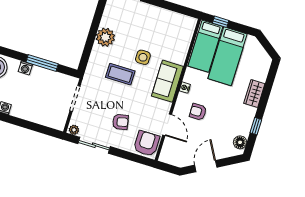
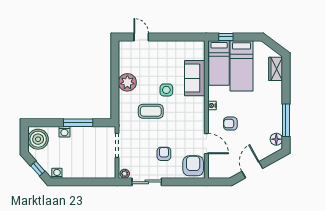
sofa: (167, 81) -> (195, 78), moved
wardrobe: (254, 93) -> (276, 69), moved
armchair: (120, 122) -> (164, 154), turned -78
window: (256, 126) -> (286, 120), width x2.17

